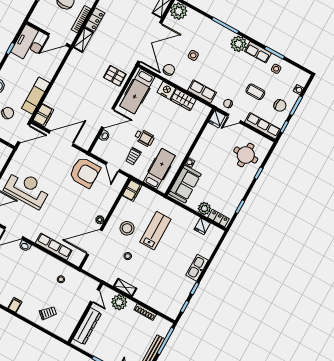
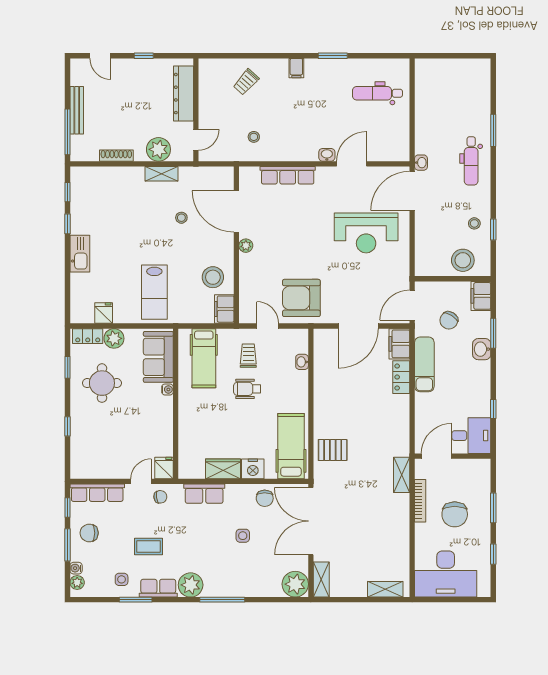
locker: (95, 20) -> (401, 377), moved
desk: (29, 44) -> (471, 436), width x0.73
plant: (302, 81) -> (77, 582), added
coffee table: (255, 92) -> (148, 547), moved
door: (108, 118) -> (311, 388), removed
round table: (246, 155) -> (102, 383), moved
stool: (127, 228) -> (213, 277), moved
lab bench: (155, 231) -> (154, 292), moved
door: (94, 242) -> (236, 211), swing flipped
door: (95, 296) -> (196, 140), swing flipped

